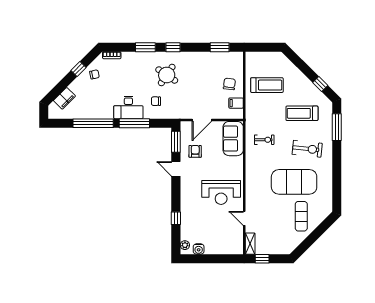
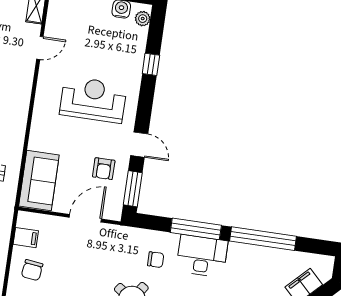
reception desk: (221, 192) -> (93, 100), moved
door: (244, 218) -> (40, 48), hinge flipped

